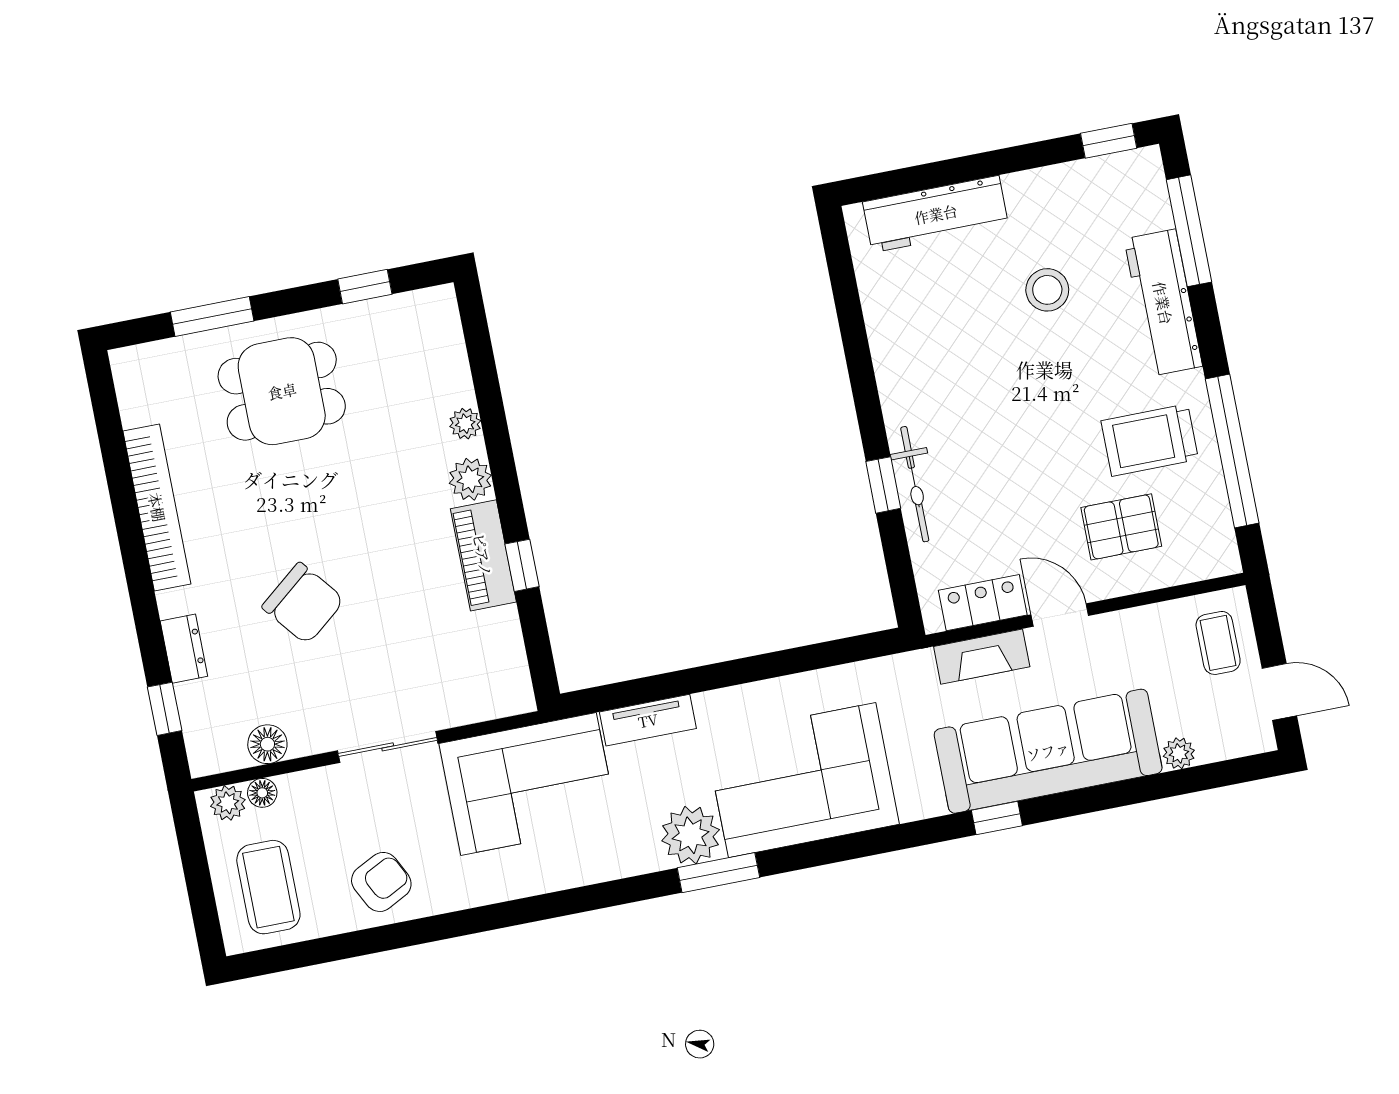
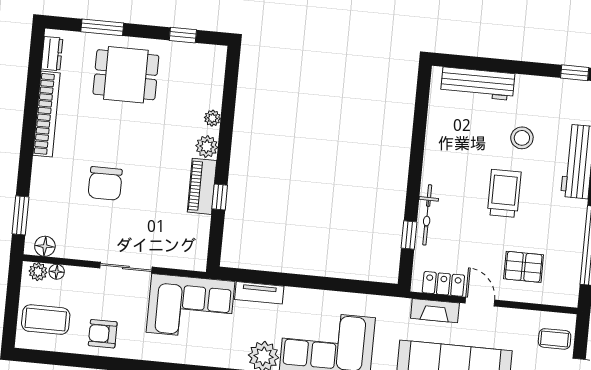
trolley: (1150, 440) -> (504, 193), moved, turned 90
window: (883, 485) -> (409, 235), moved
chair: (303, 603) -> (105, 183), turned 39
coffee table: (1218, 643) -> (555, 339), turned 90
dresser: (184, 649) -> (52, 54), moved
window: (165, 709) -> (21, 215), width x1.50
floor lamp: (267, 744) -> (45, 246), moved
armchair: (381, 882) -> (103, 334), turned -153
coffee table: (268, 887) -> (46, 320), turned 90

